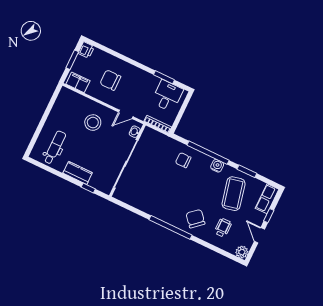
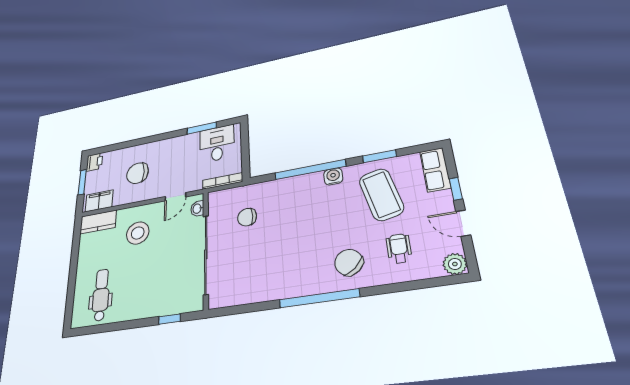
chair: (183, 160) -> (247, 217), moved
kitchen counter: (78, 173) -> (98, 222), moved, turned 180

